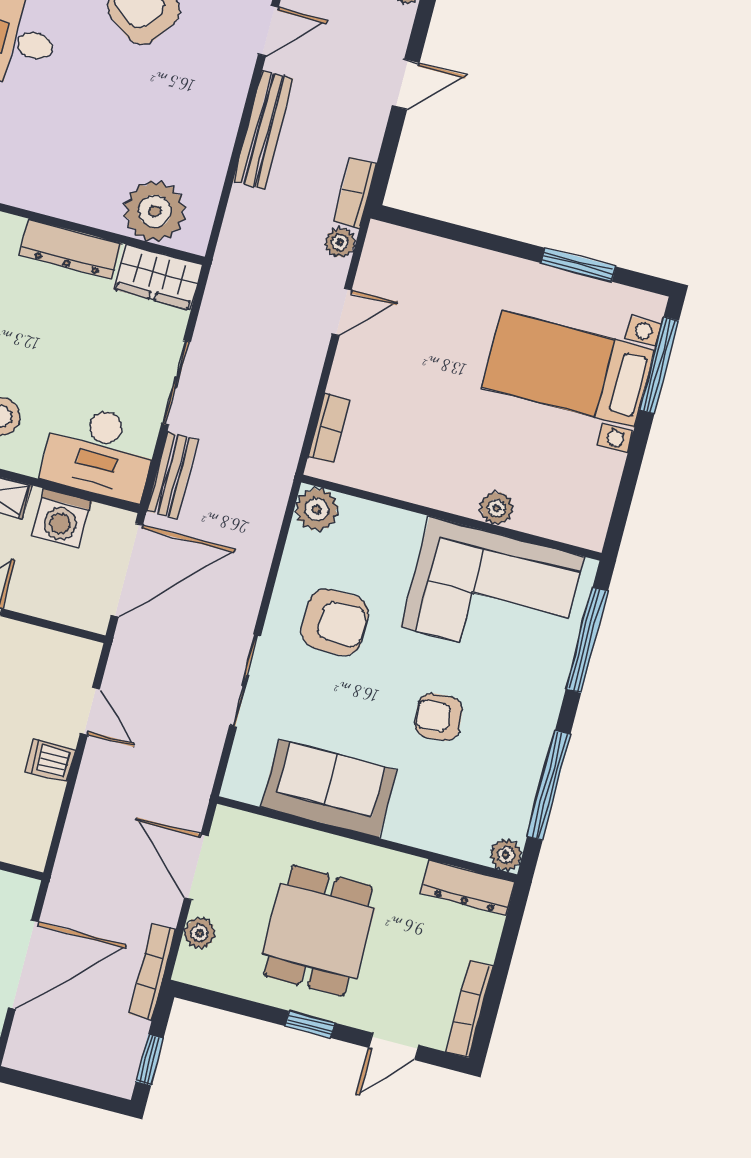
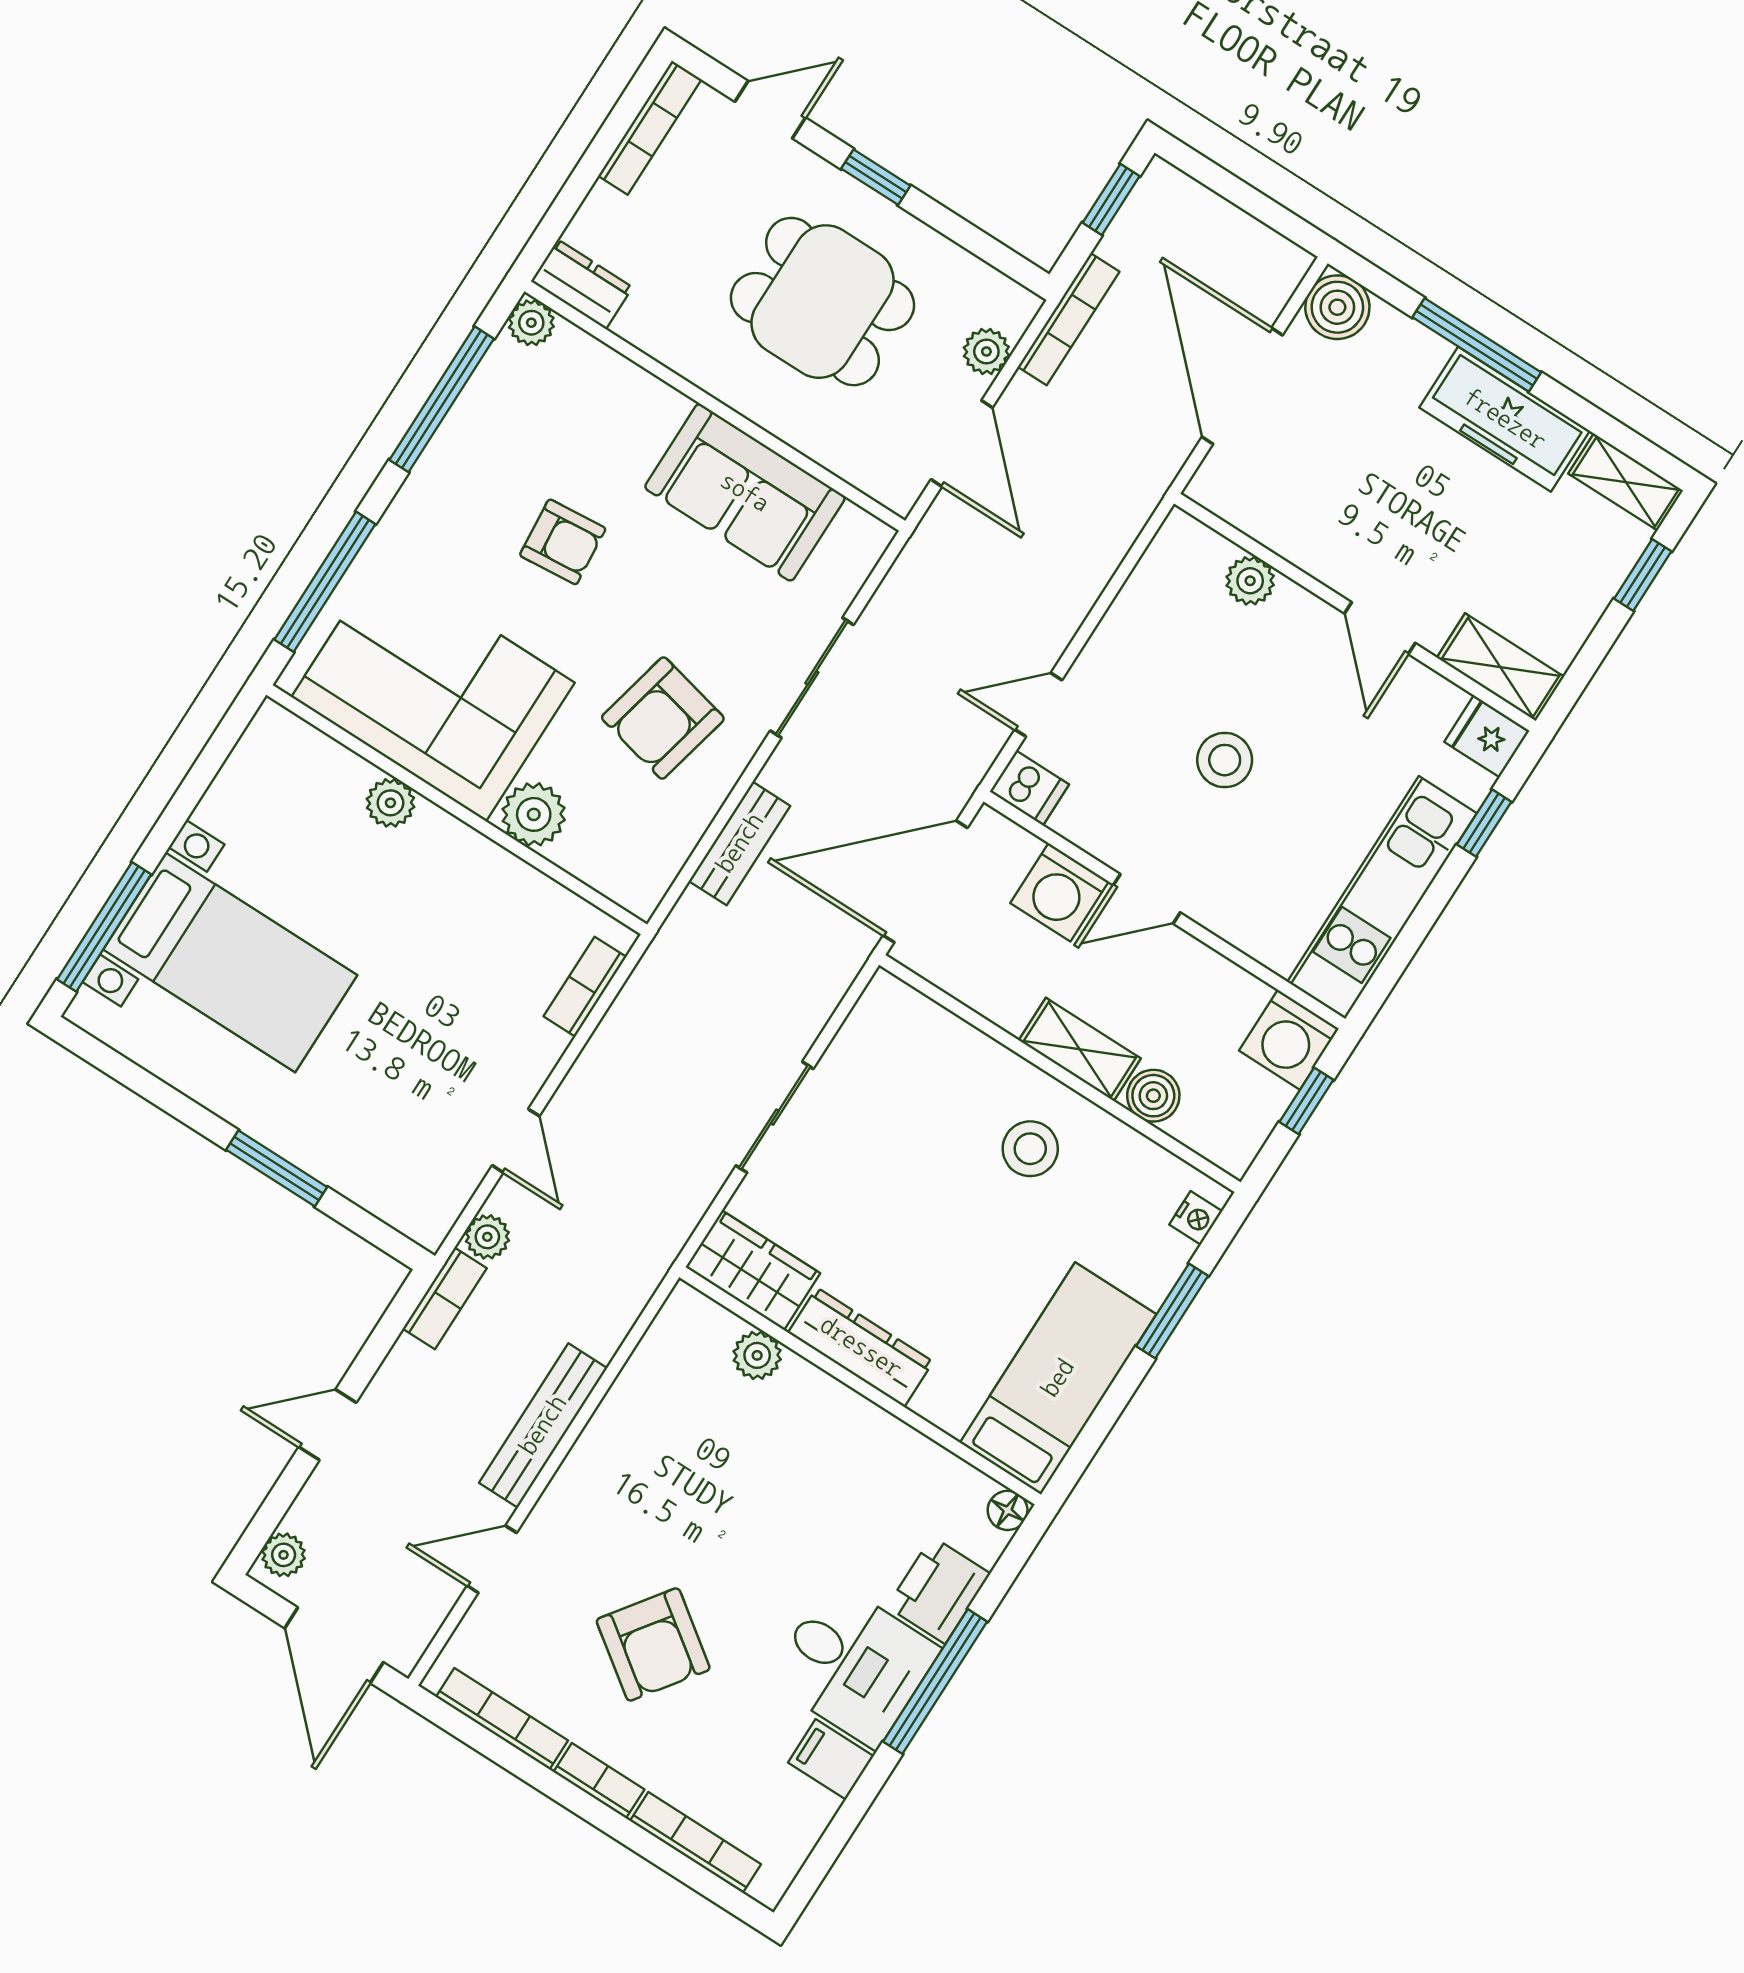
plant: (155, 211) -> (757, 1355), width x0.53, depth x0.53
window: (578, 265) -> (277, 1168), moved
door: (342, 312) -> (516, 1141), swing flipped
desk: (99, 452) -> (911, 1056), removed
bench: (172, 475) -> (740, 843), moved
plant: (317, 509) -> (534, 814), moved
washing machine: (61, 519) -> (1060, 892), moved, turned 180
armchair: (335, 622) -> (663, 718), turned -77
door: (90, 711) -> (1038, 705), hinge flipped
dishwasher: (50, 760) -> (1029, 788), moved
dresser: (468, 888) -> (582, 284), width x0.70
dining table: (318, 931) -> (822, 302), turned 90
door: (23, 965) -> (1242, 386), hinge flipped

